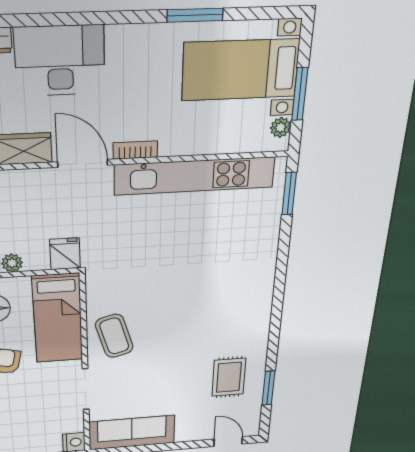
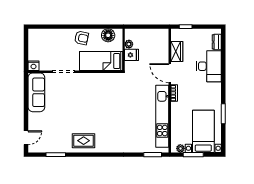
door: (83, 163) -> (170, 73), swing flipped
fridge: (65, 254) -> (132, 55), moved
coffee table: (114, 336) -> (90, 85), removed
rug: (229, 377) -> (84, 141), moved

